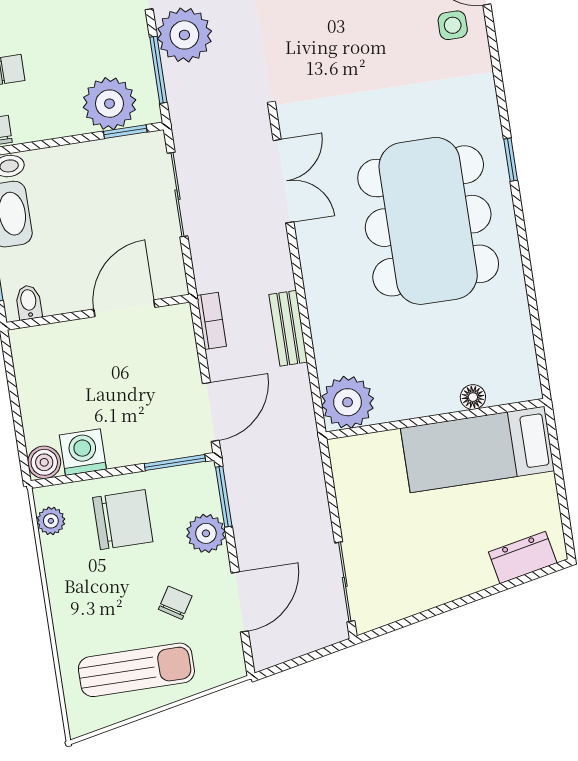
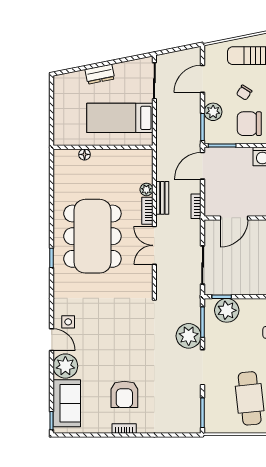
double door: (283, 181) -> (154, 245), moved
bookcase: (317, 295) -> (147, 211), added
plant: (348, 402) -> (146, 190), moved, width x0.53, depth x0.53
bed: (477, 449) -> (120, 118), moved, turned 180
dresser: (523, 557) -> (100, 74), moved
chair: (175, 603) -> (244, 93), moved

